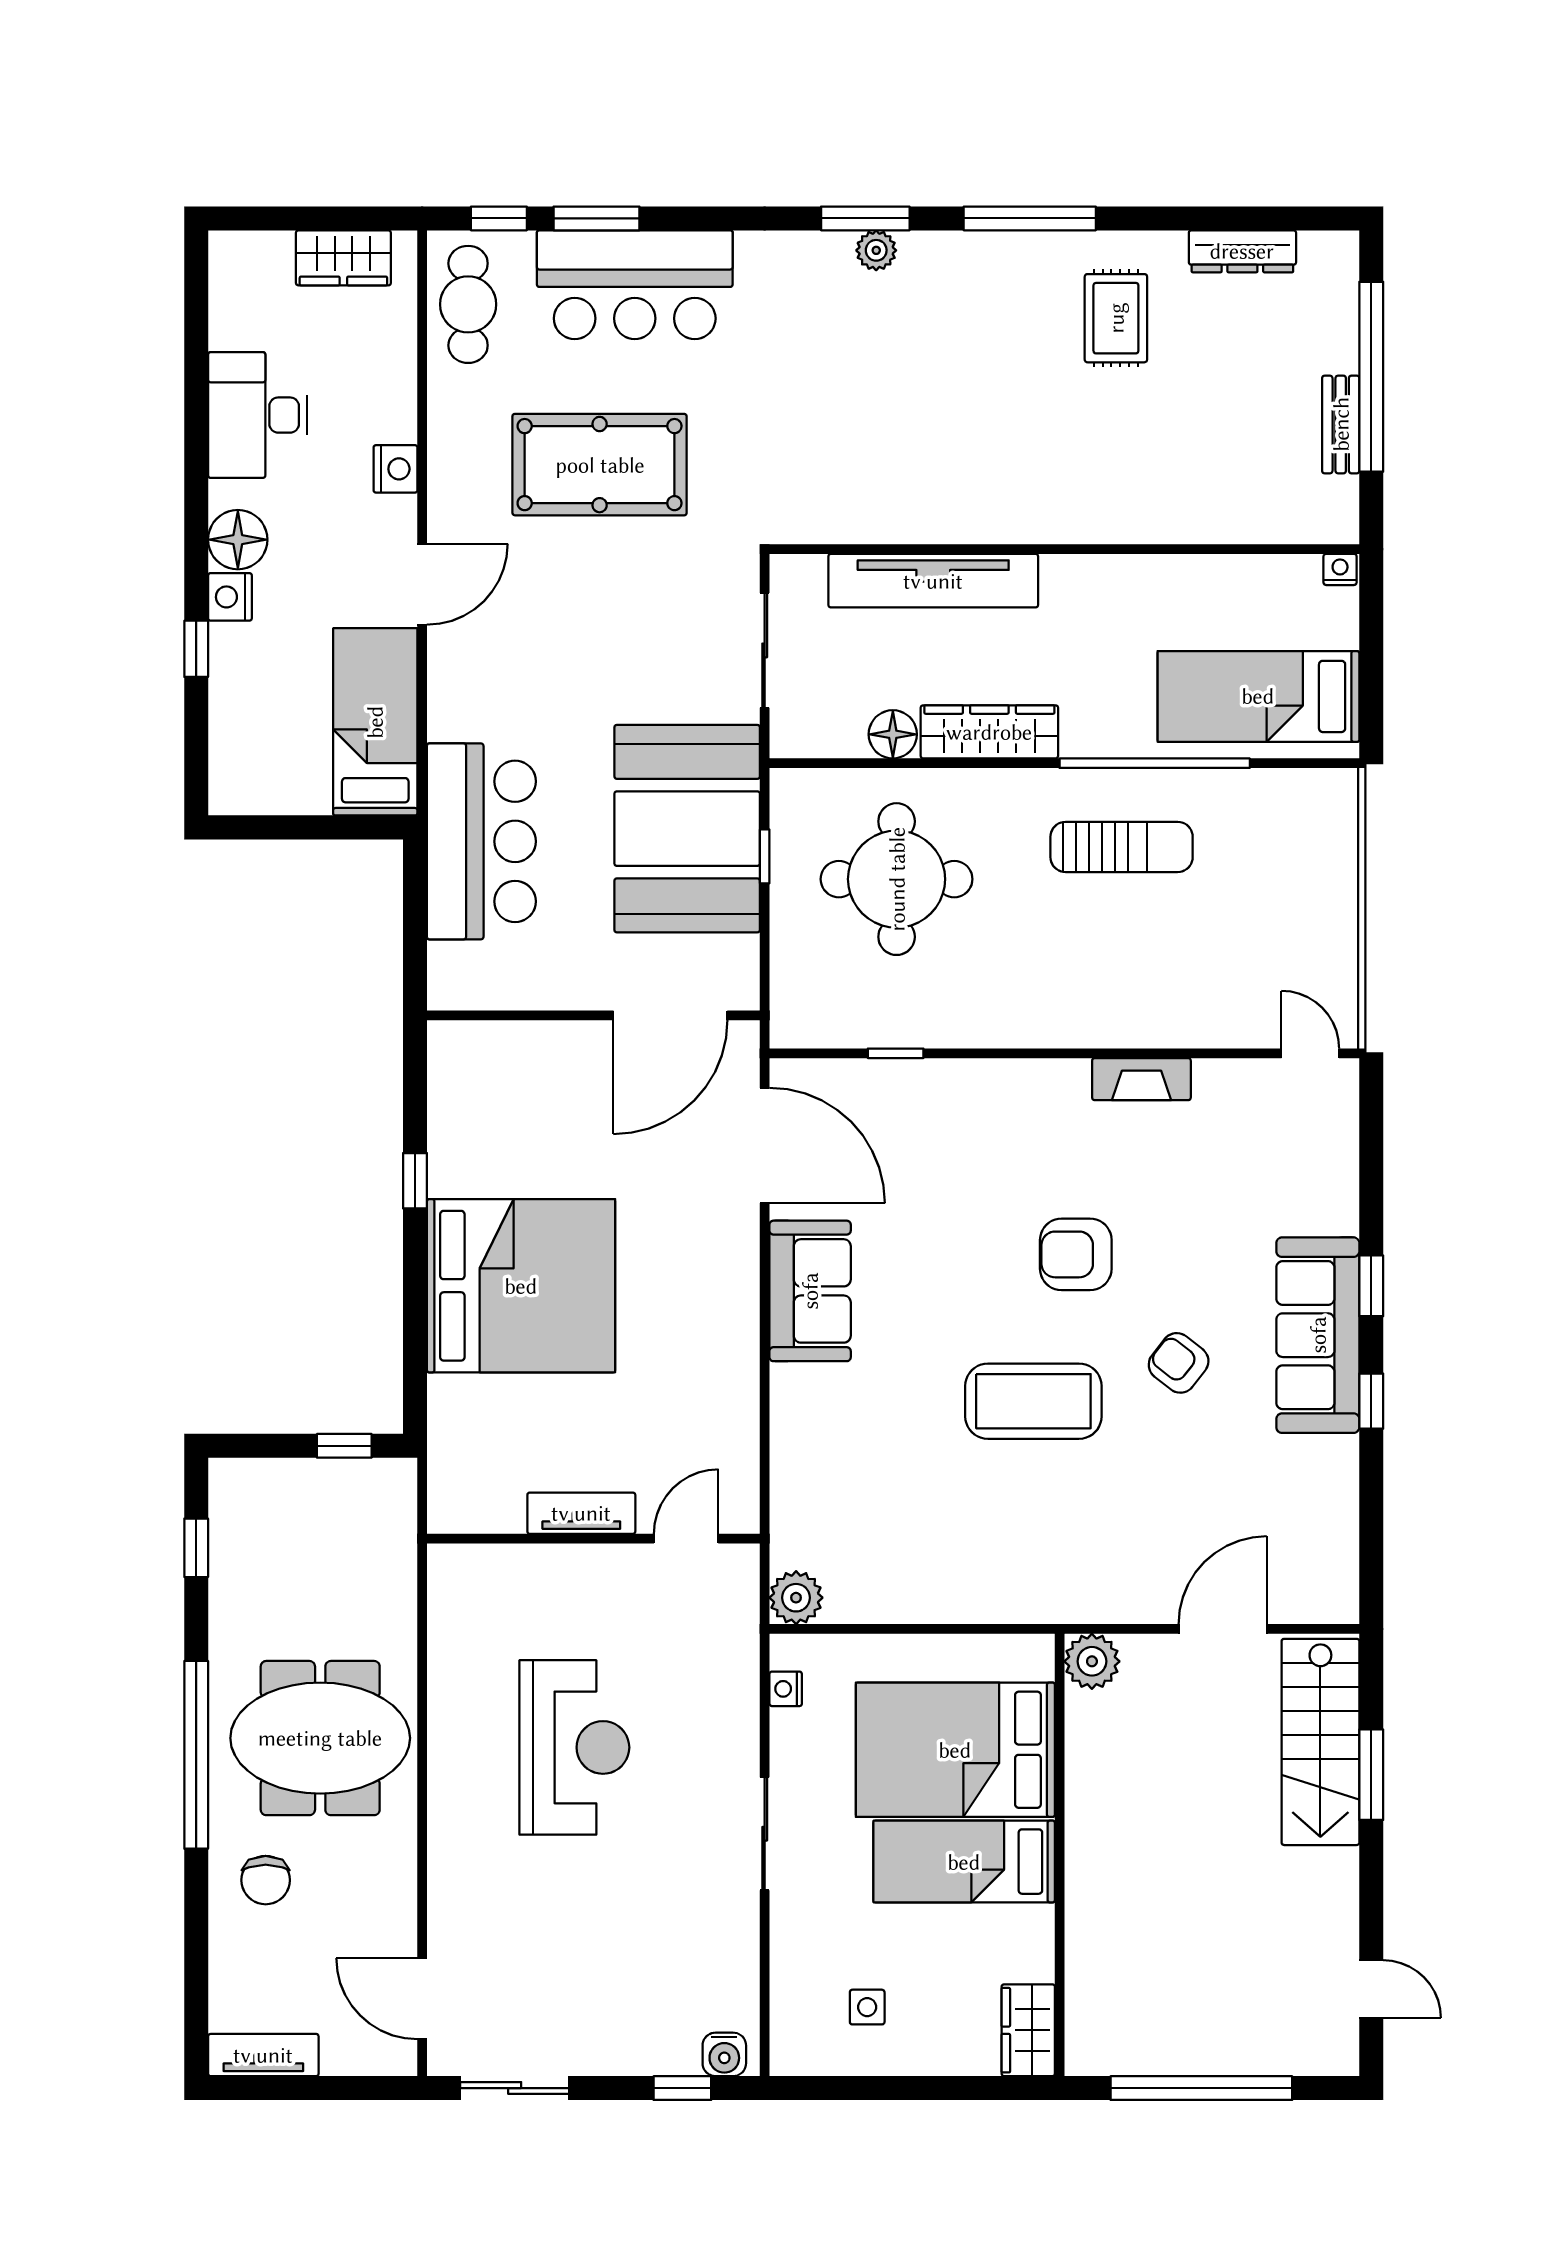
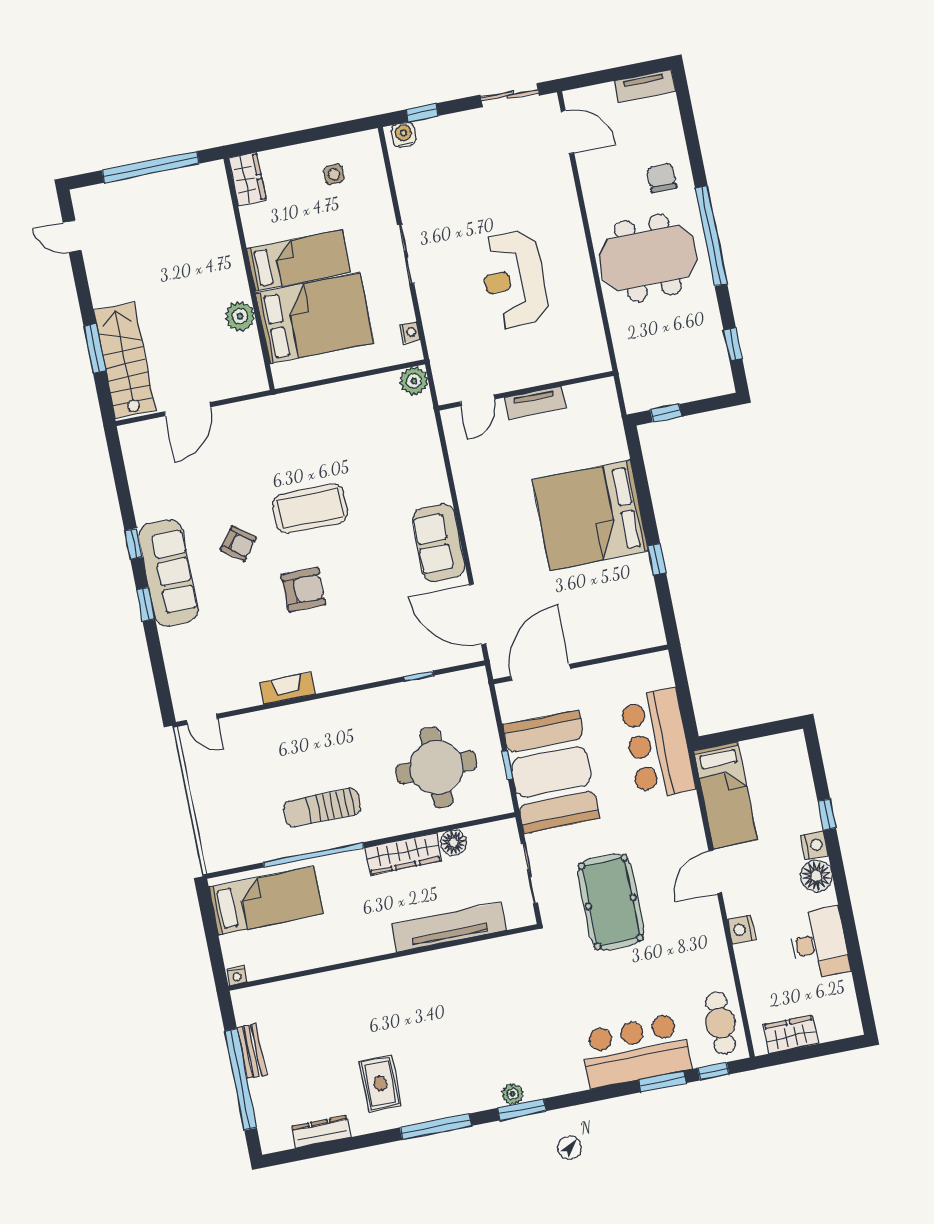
pool table: (600, 465) -> (611, 902), moved, turned 90
plant: (1092, 1661) -> (240, 316), moved

